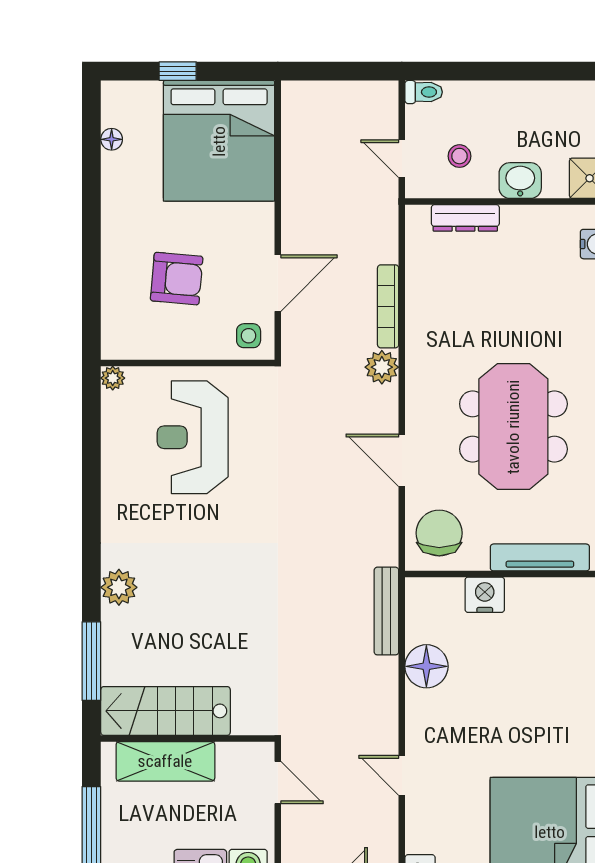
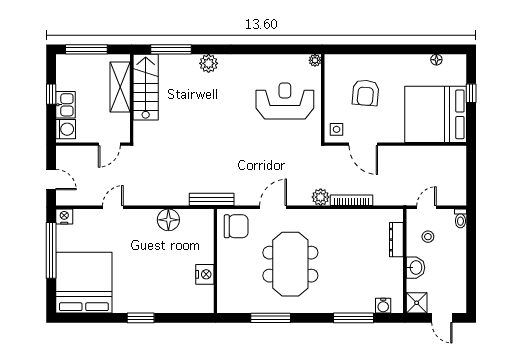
meeting table: (513, 427) -> (290, 264), turned 90
tv unit: (540, 557) -> (224, 278), removed
nightstand: (485, 595) -> (205, 274), moved
bench: (386, 611) -> (212, 199), moved

